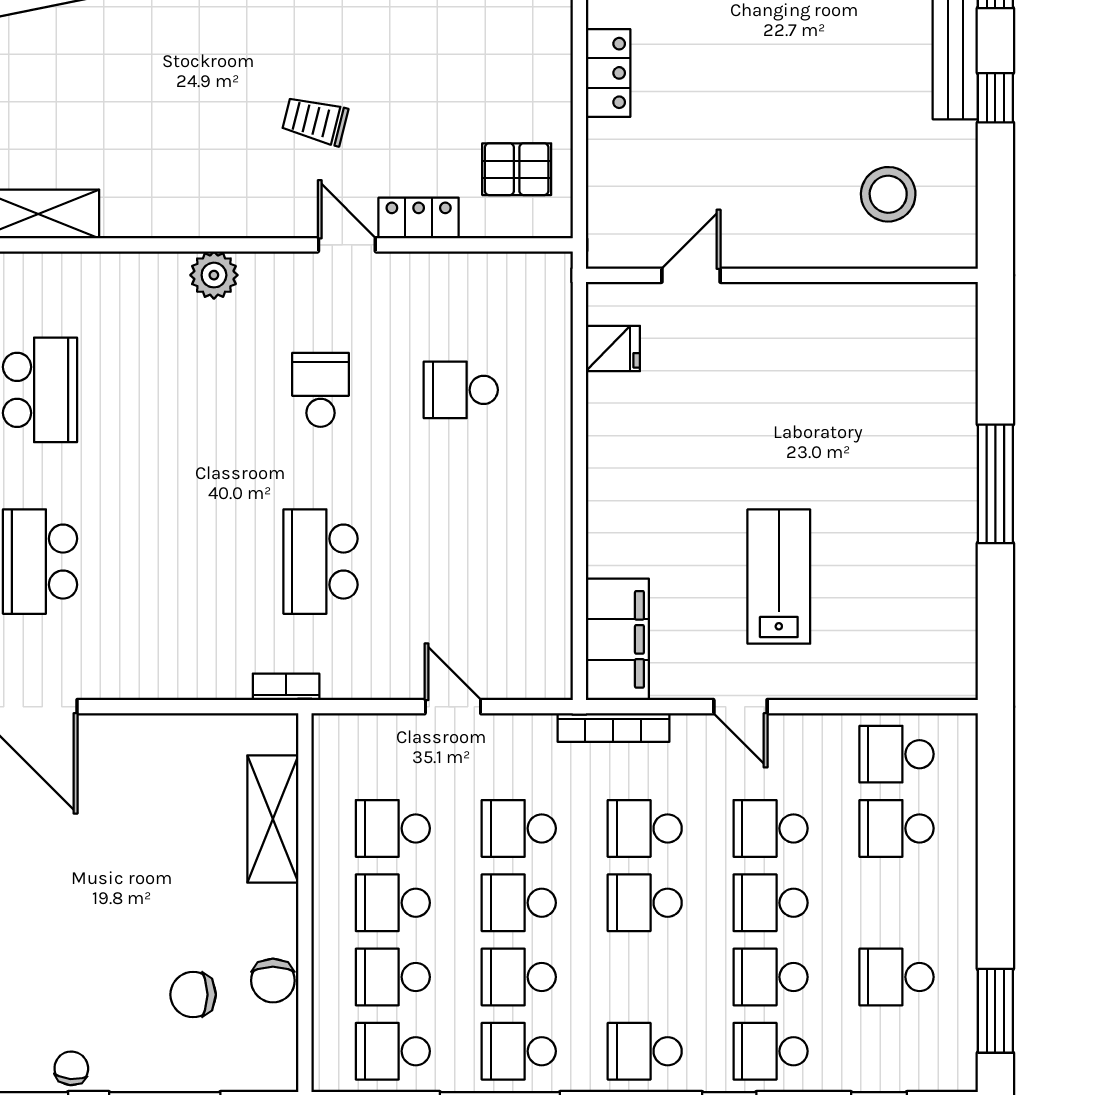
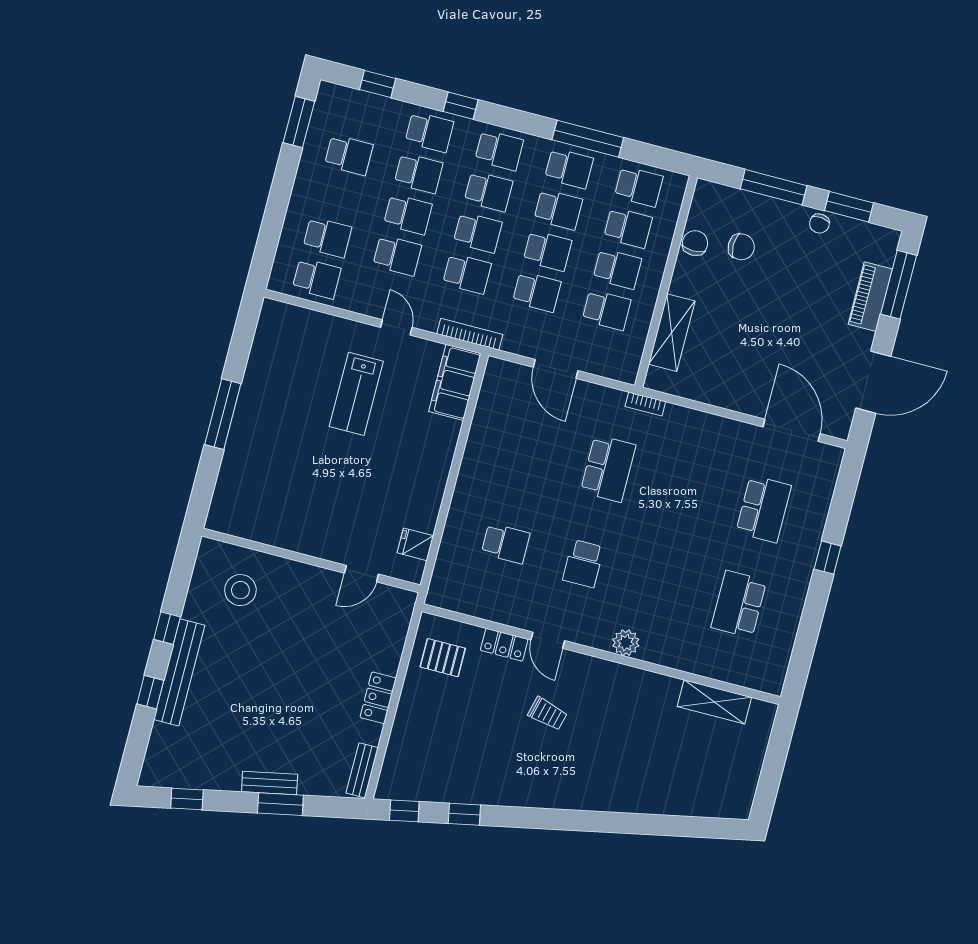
door: (453, 707) -> (556, 369), width x1.38
school desk: (645, 977) -> (488, 191), added

